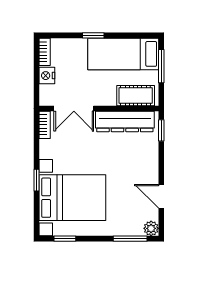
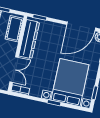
door: (161, 196) -> (81, 26), width x1.87

